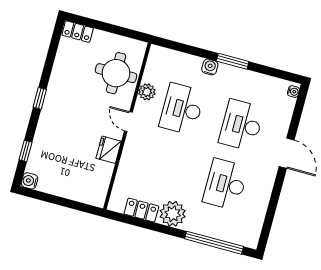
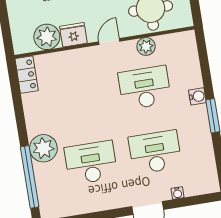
water cooler: (293, 92) -> (177, 193), moved
plant: (100, 173) -> (47, 37), added
locker: (141, 210) -> (27, 75), moved
plant: (173, 214) -> (43, 148), moved

